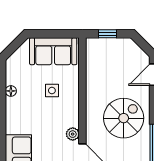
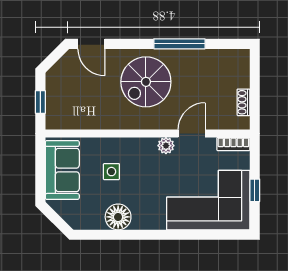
floor lamp: (11, 91) -> (118, 217), width x1.89, depth x1.89
spiral stairs: (124, 118) -> (146, 82), turned -90

